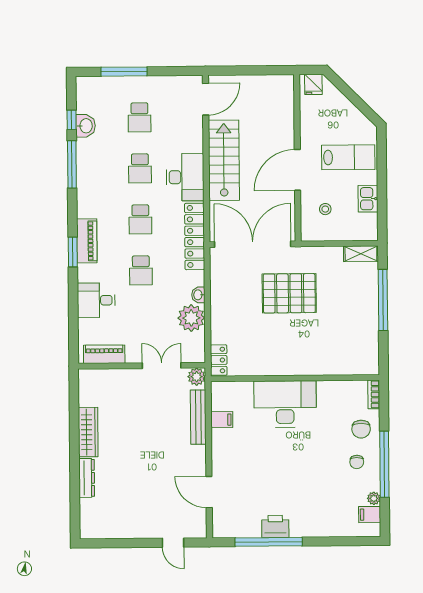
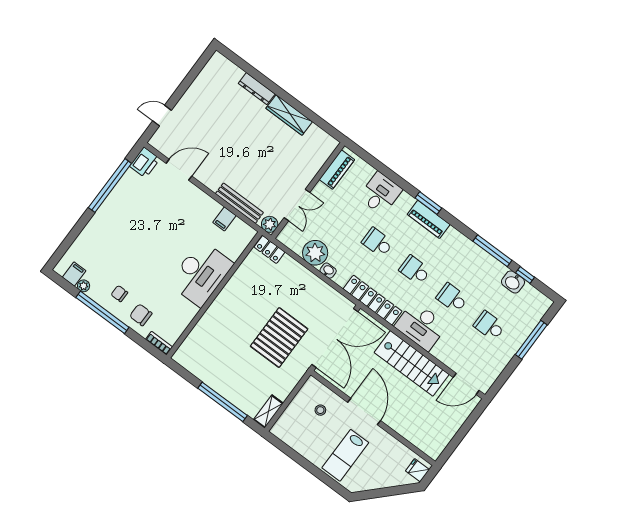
door: (206, 99) -> (466, 384), hinge flipped
kitchen sink: (368, 199) -> (304, 447), removed
printer: (275, 526) -> (145, 162), moved

